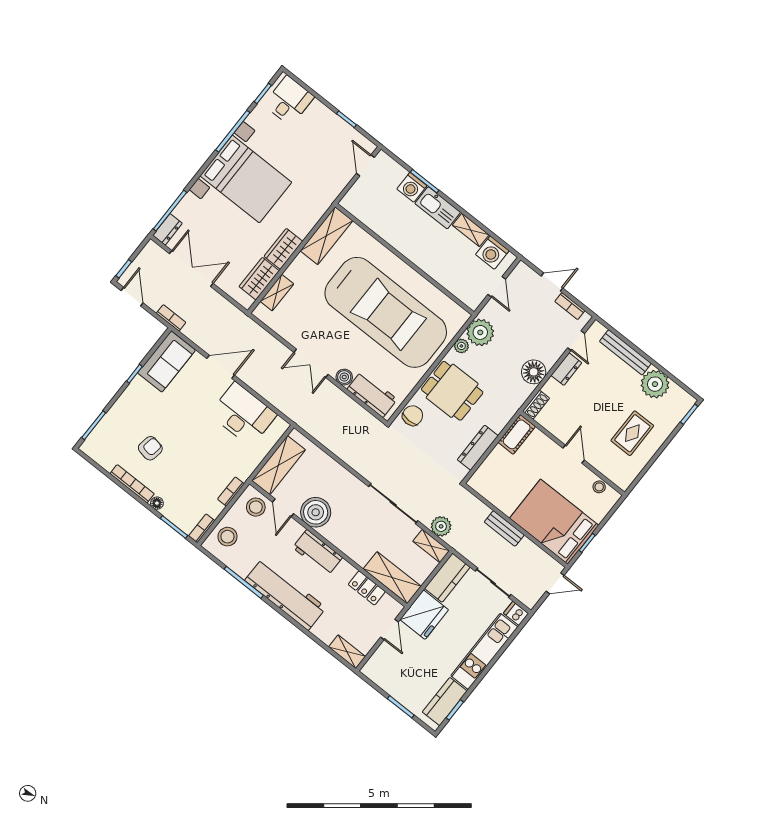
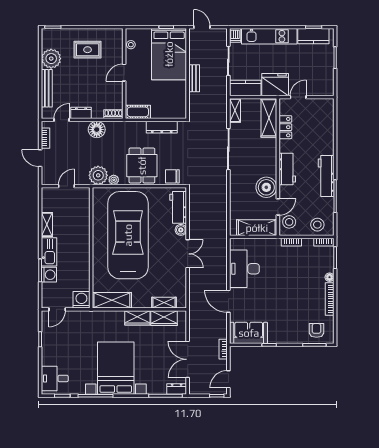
washing machine: (492, 253) -> (81, 300), moved, turned -90
armchair: (150, 448) -> (317, 330), moved, turned 80
plant: (441, 526) -> (220, 113), removed
workbench: (285, 594) -> (326, 176), width x0.73, depth x0.76
shelving: (347, 652) -> (328, 110), removed

